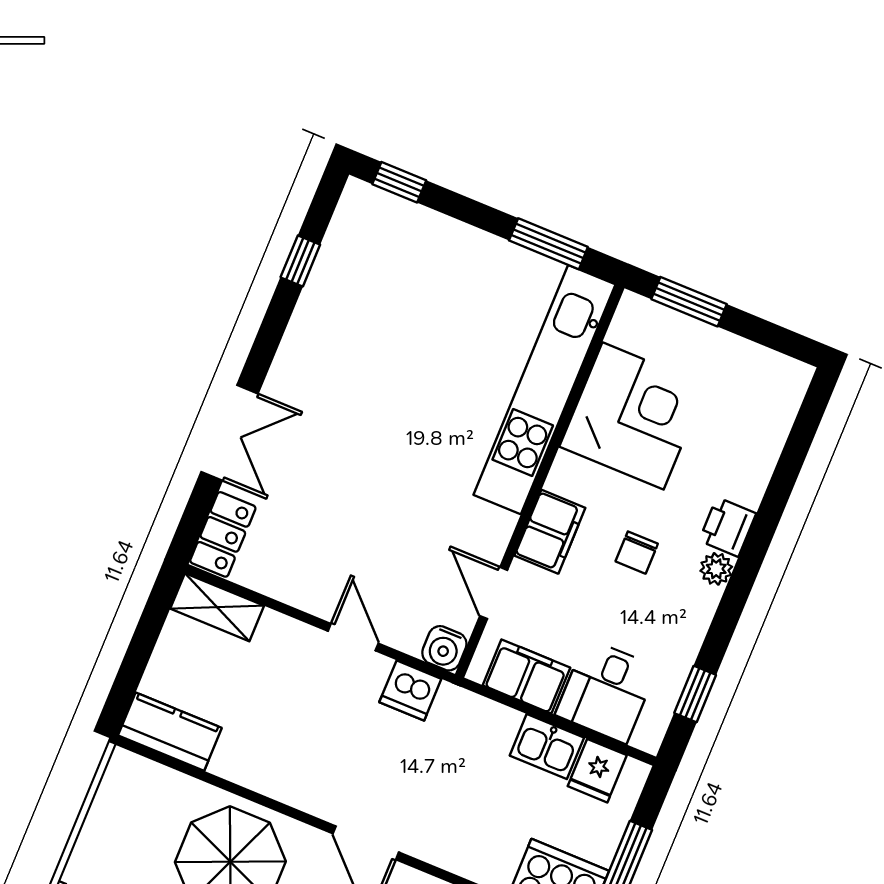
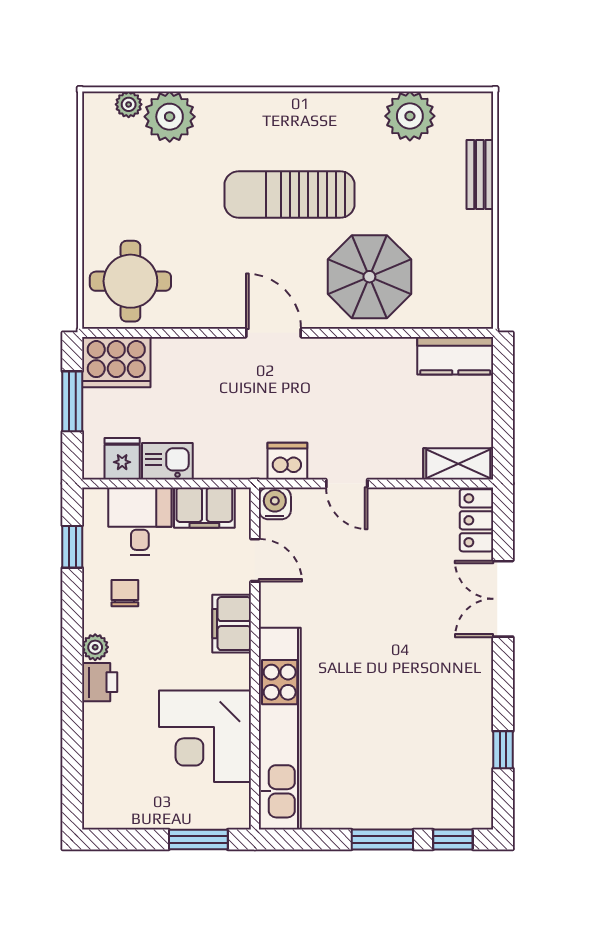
window: (548, 244) -> (382, 840), moved
chair: (637, 553) -> (125, 593), moved

